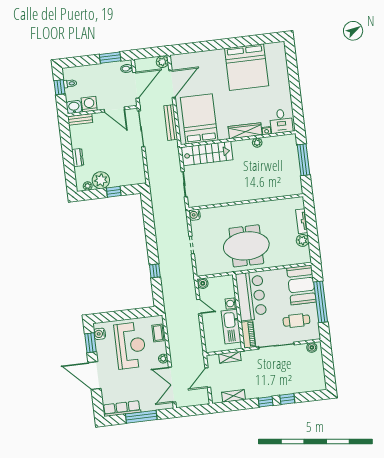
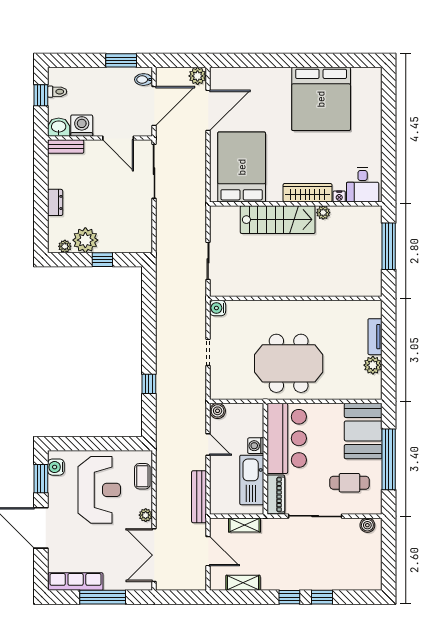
bench: (171, 123) -> (199, 497), moved
stairs: (207, 154) -> (278, 220), moved
door: (208, 378) -> (208, 551), swing flipped

